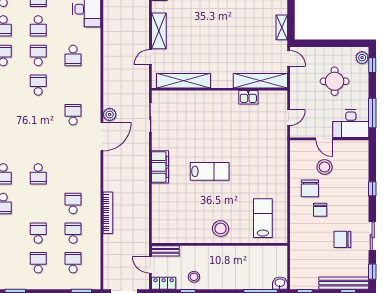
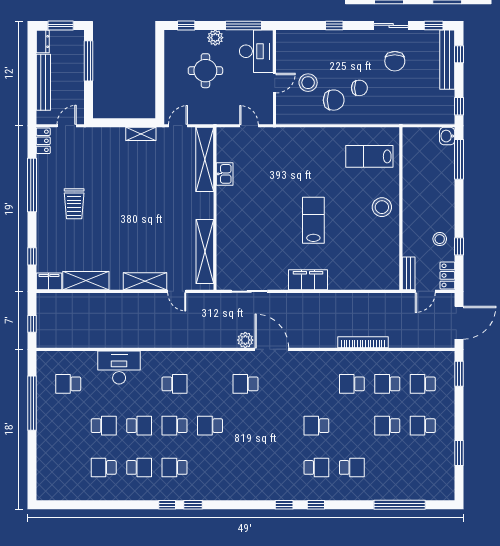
plant: (362, 58) -> (215, 38), moved
school desk: (38, 174) -> (316, 426), turned 180

